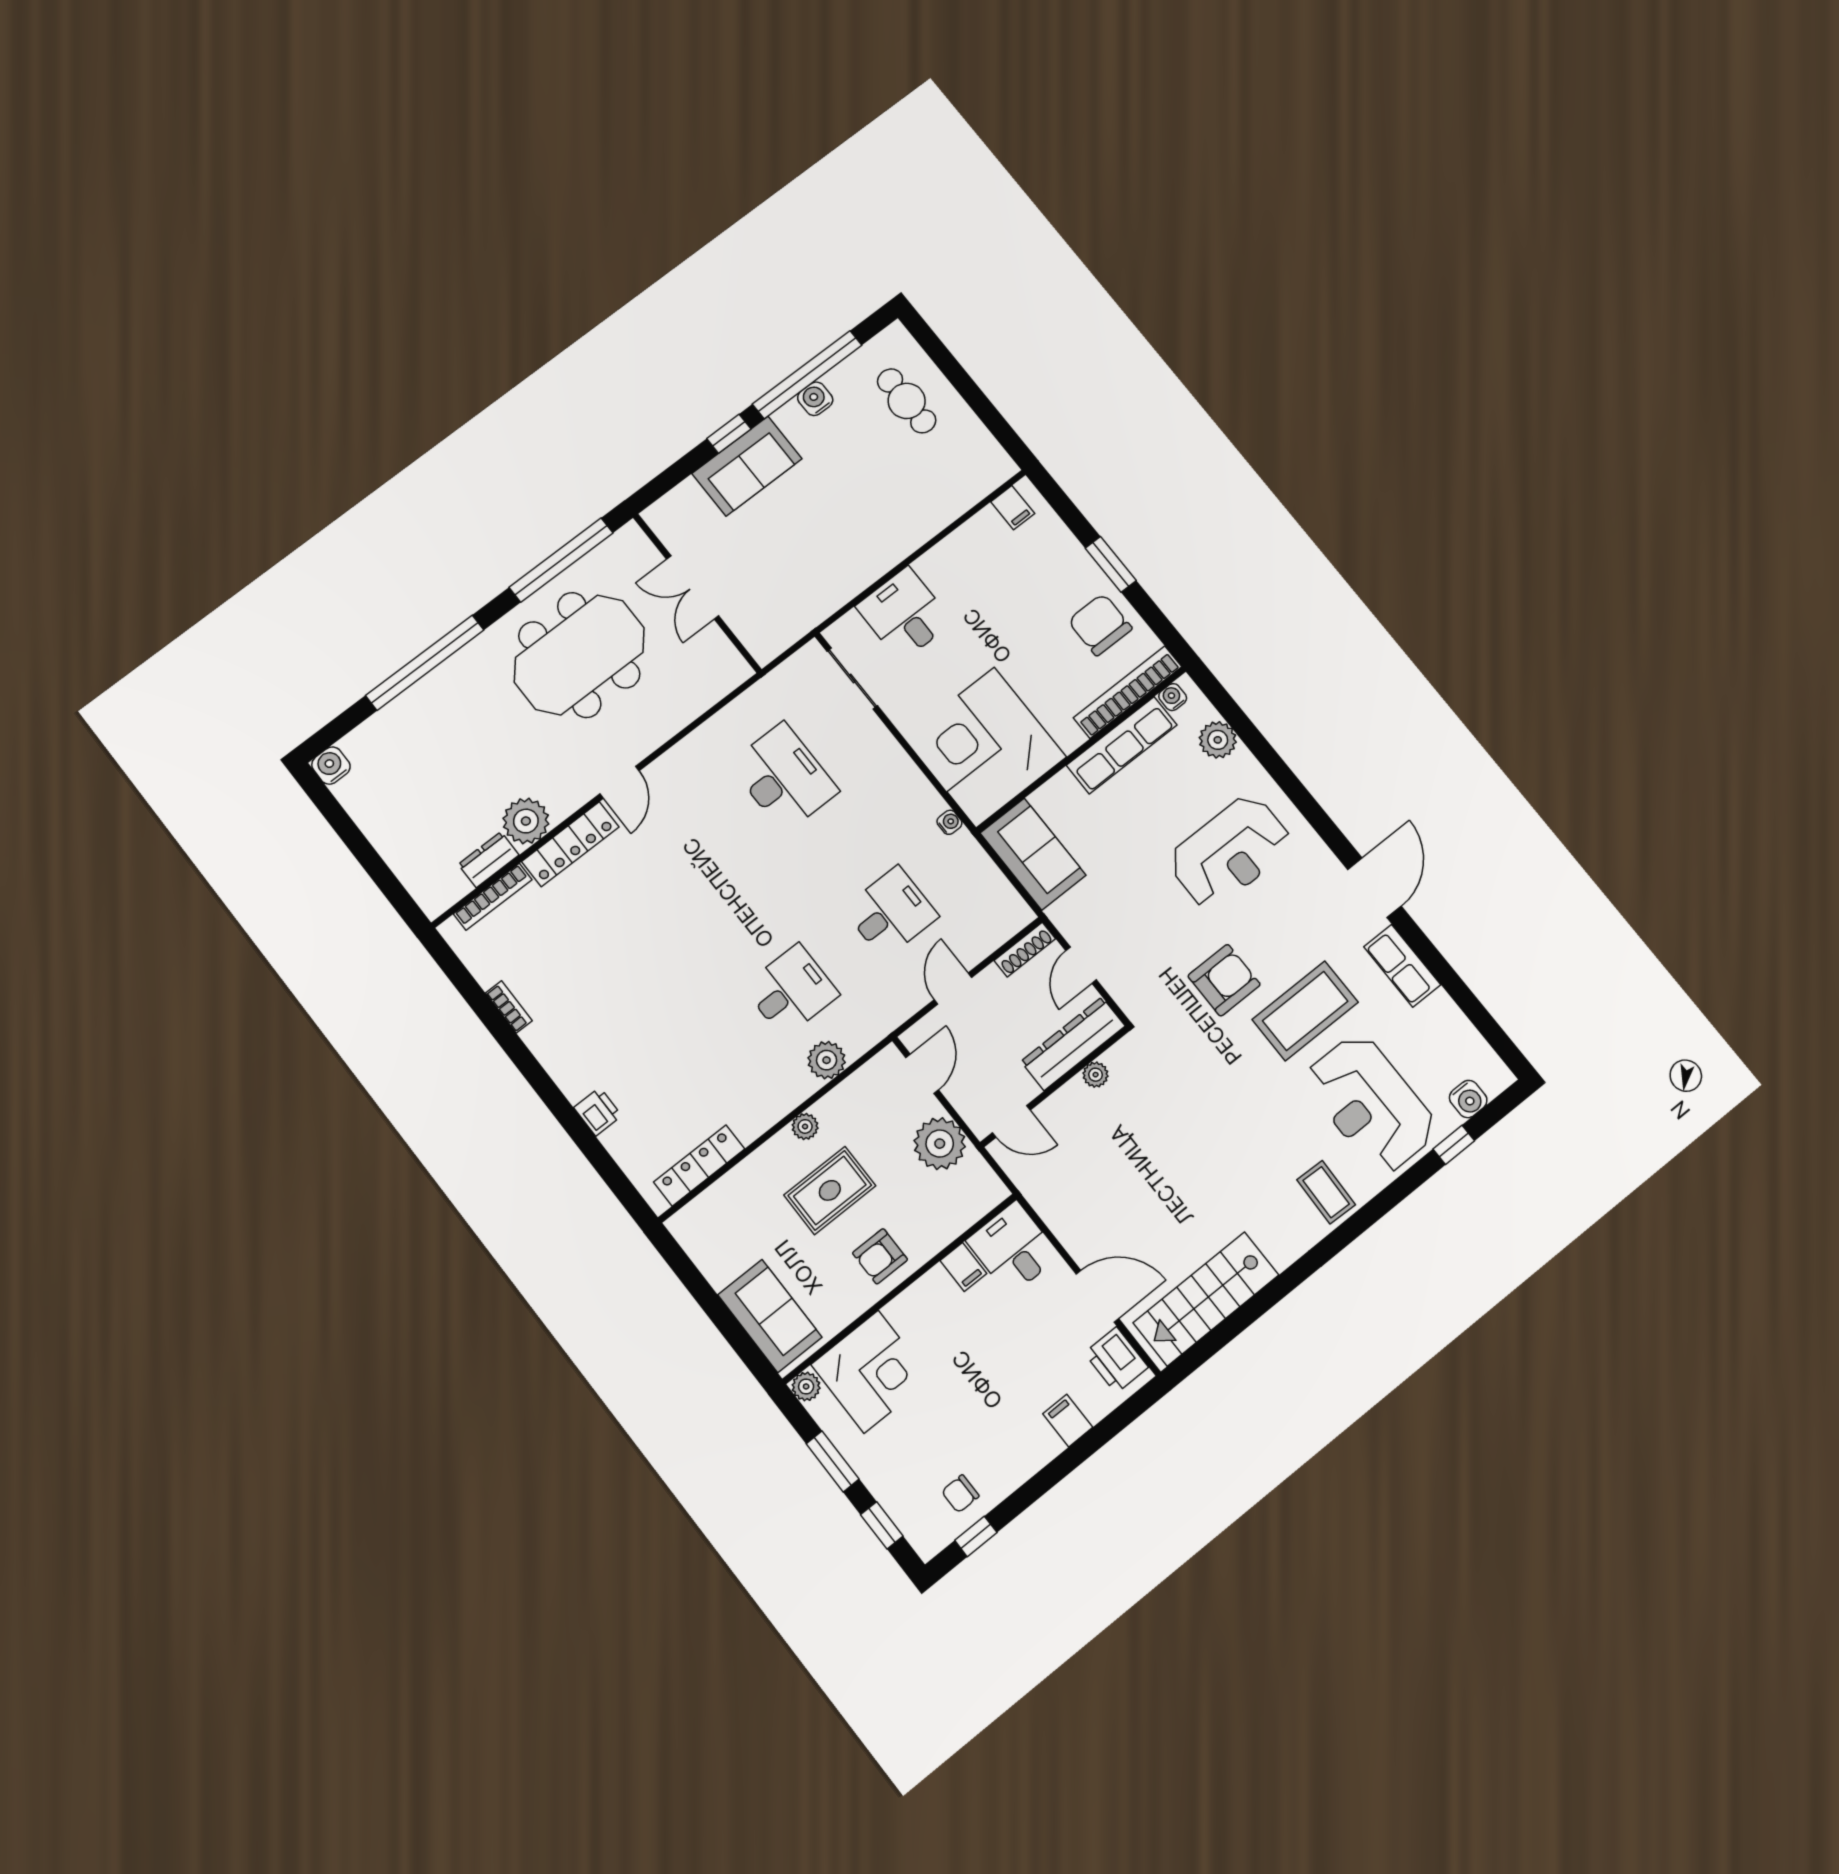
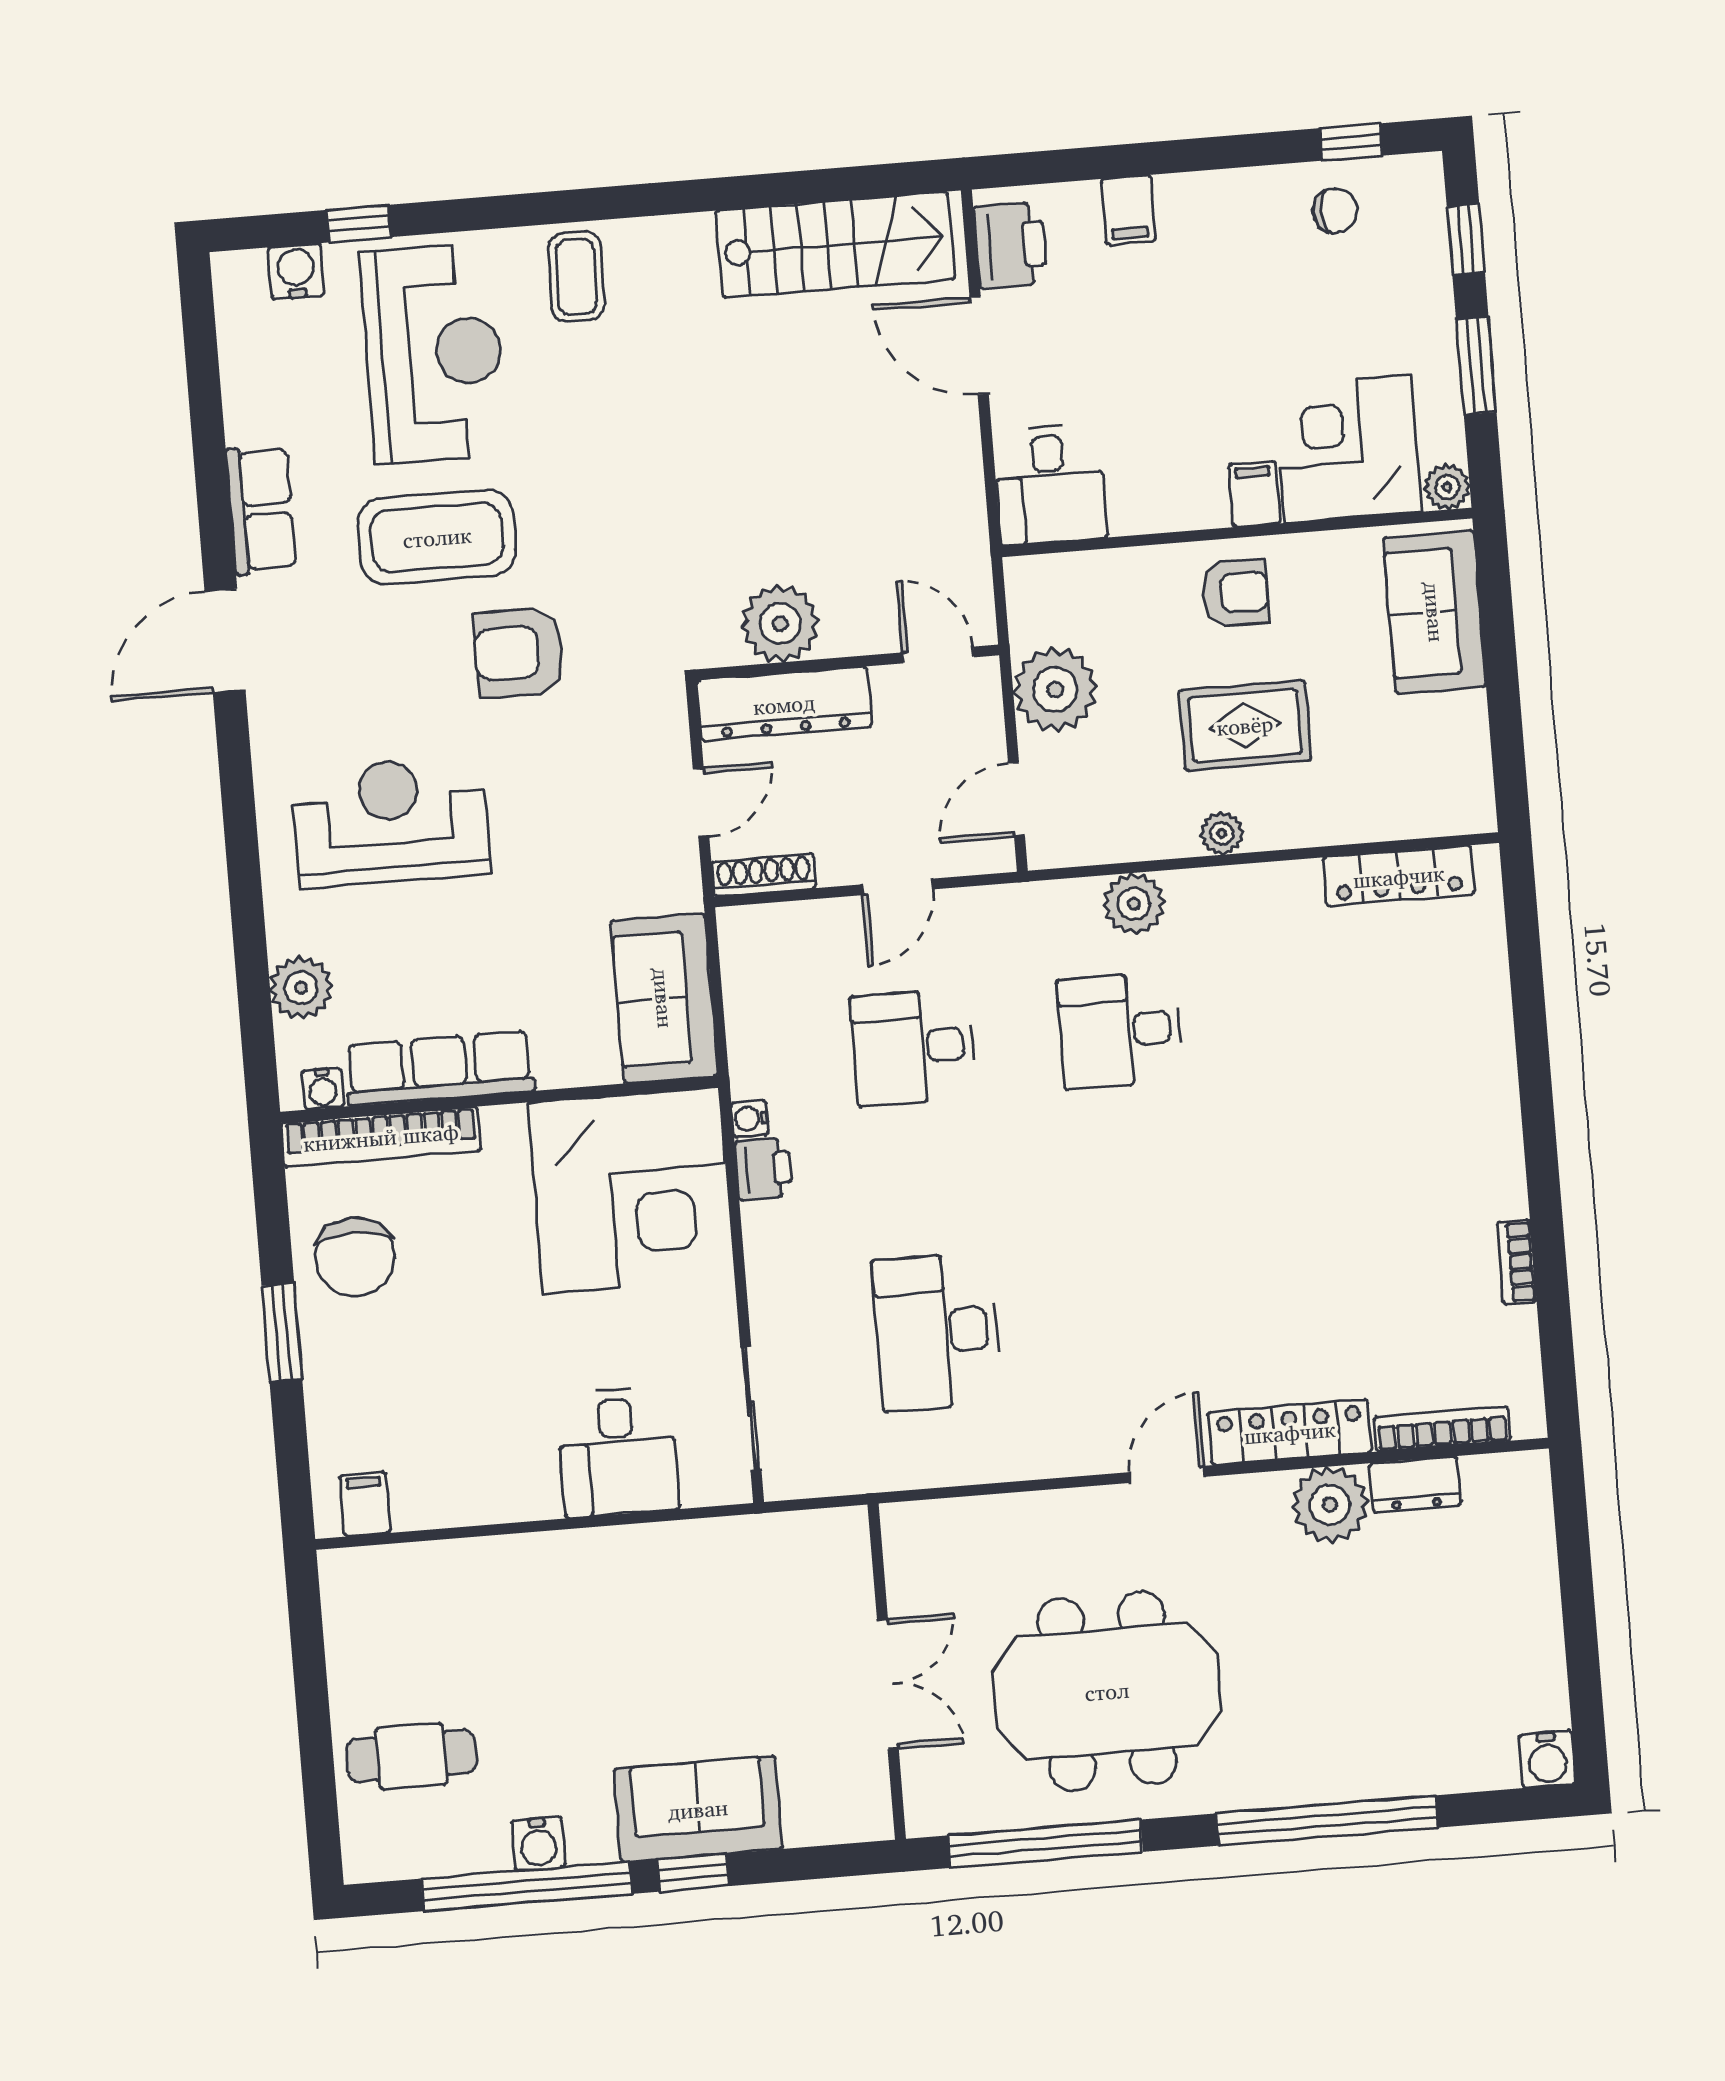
cafe table: (907, 401) -> (411, 1756), turned 90
plant: (1096, 1075) -> (780, 624), width x1.88, depth x1.88
printer: (598, 1112) -> (764, 1169), moved, turned 180
filing cabinet: (963, 1267) -> (1254, 494), moved

